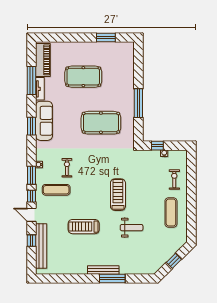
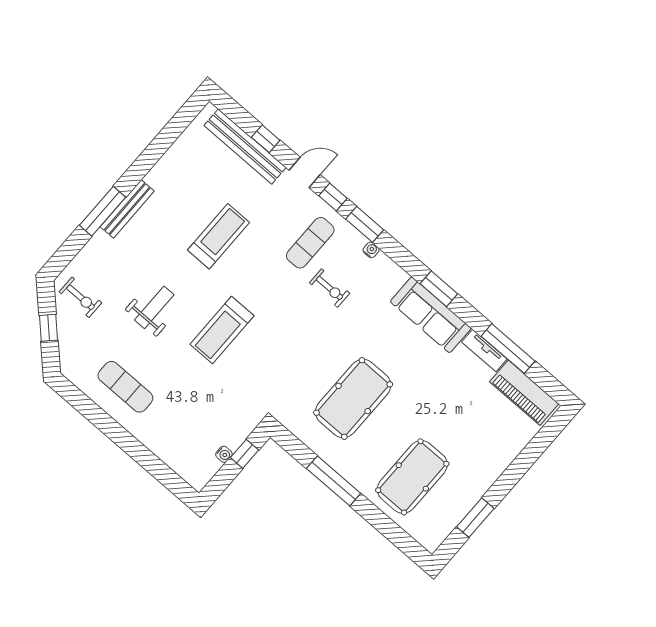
pool table: (83, 77) -> (412, 477), moved
exercise bike: (174, 180) -> (81, 297), moved
treadmill: (118, 195) -> (222, 330), turned 90
weight bench: (132, 228) -> (154, 307), turned 180

